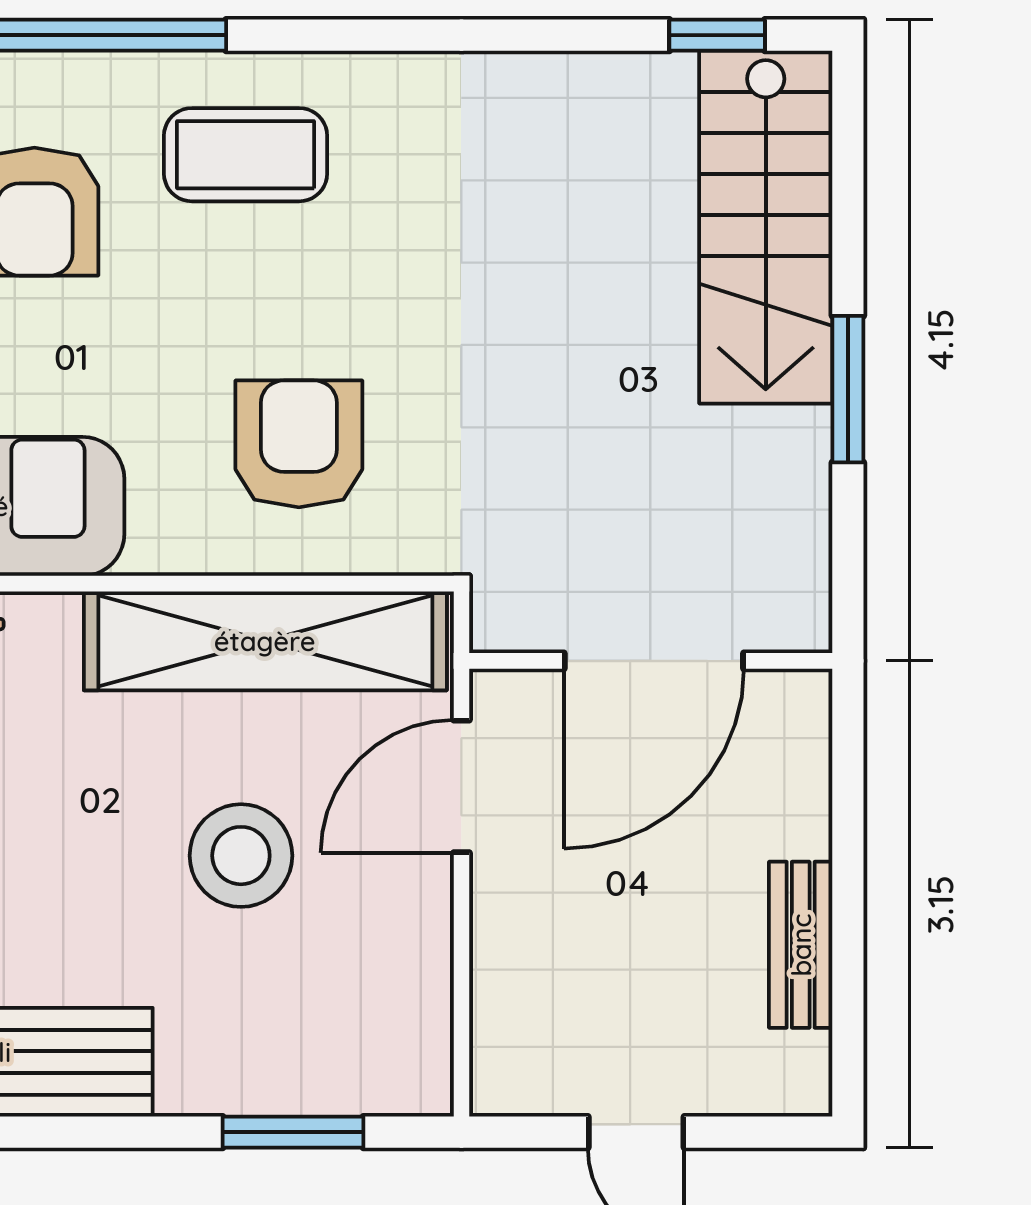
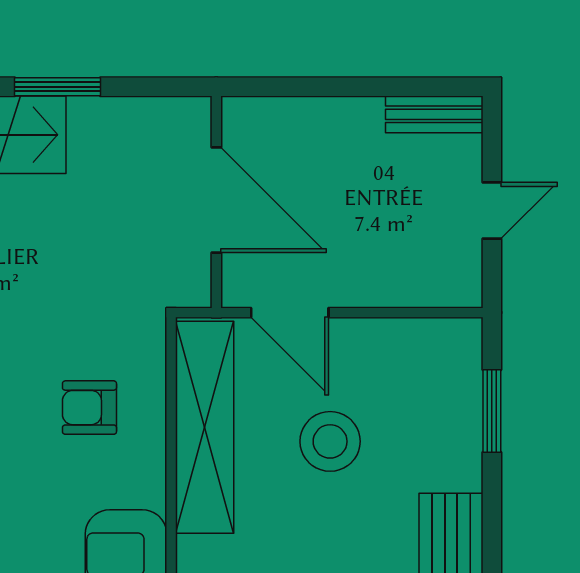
armchair: (299, 444) -> (89, 408), width x0.72, depth x0.72
bench: (801, 945) -> (434, 114), moved

